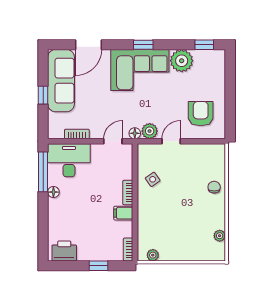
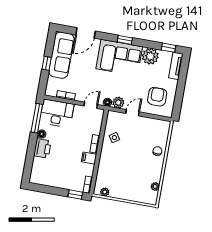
tv unit: (219, 67) -> (176, 66), added
printer: (64, 251) -> (42, 148), moved, turned 90
window: (98, 266) -> (75, 194), moved

